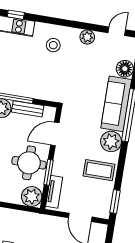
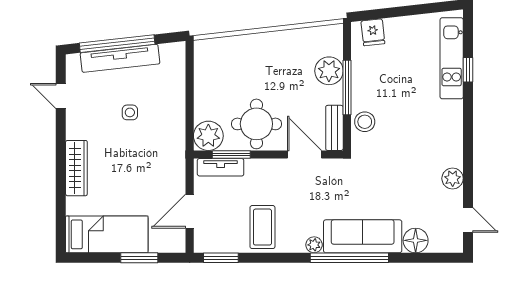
stool: (53, 45) -> (365, 122), moved
bench: (28, 109) -> (334, 128), moved
plant: (111, 141) -> (314, 245), width x0.53, depth x0.53
window: (49, 172) -> (231, 155), moved

